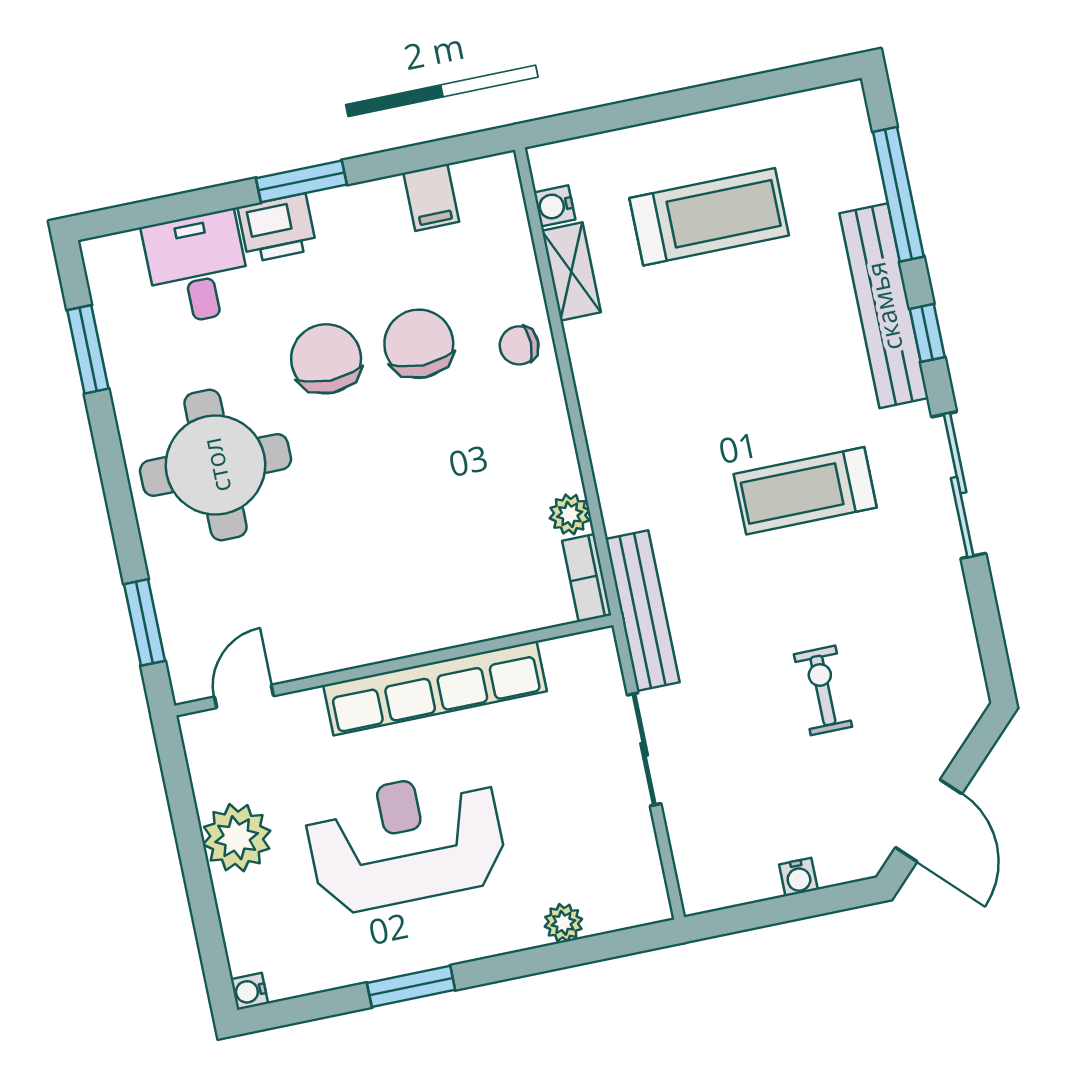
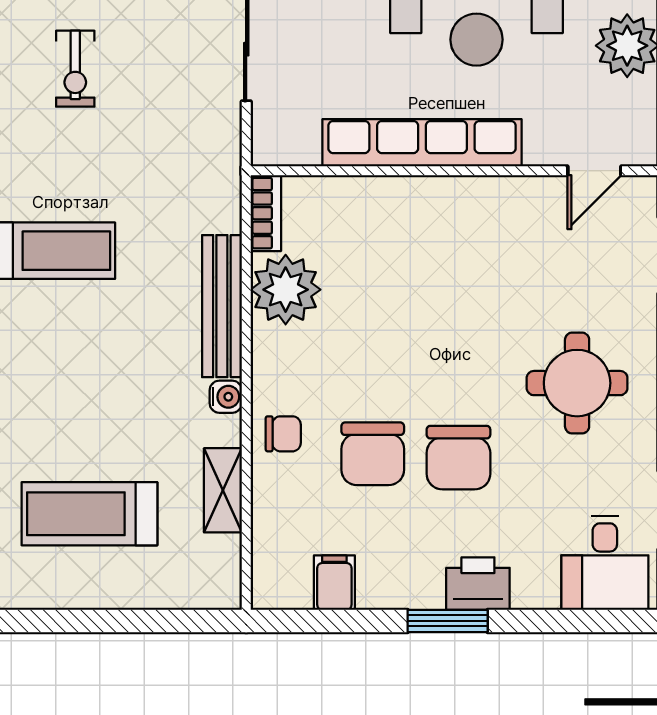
water cooler: (554, 206) -> (226, 397), moved
desk: (197, 268) -> (605, 563), moved
round table: (216, 465) -> (577, 383), width x0.73, depth x0.73
plant: (570, 514) -> (286, 290), width x1.87, depth x1.87
bench: (643, 611) -> (222, 306), moved

